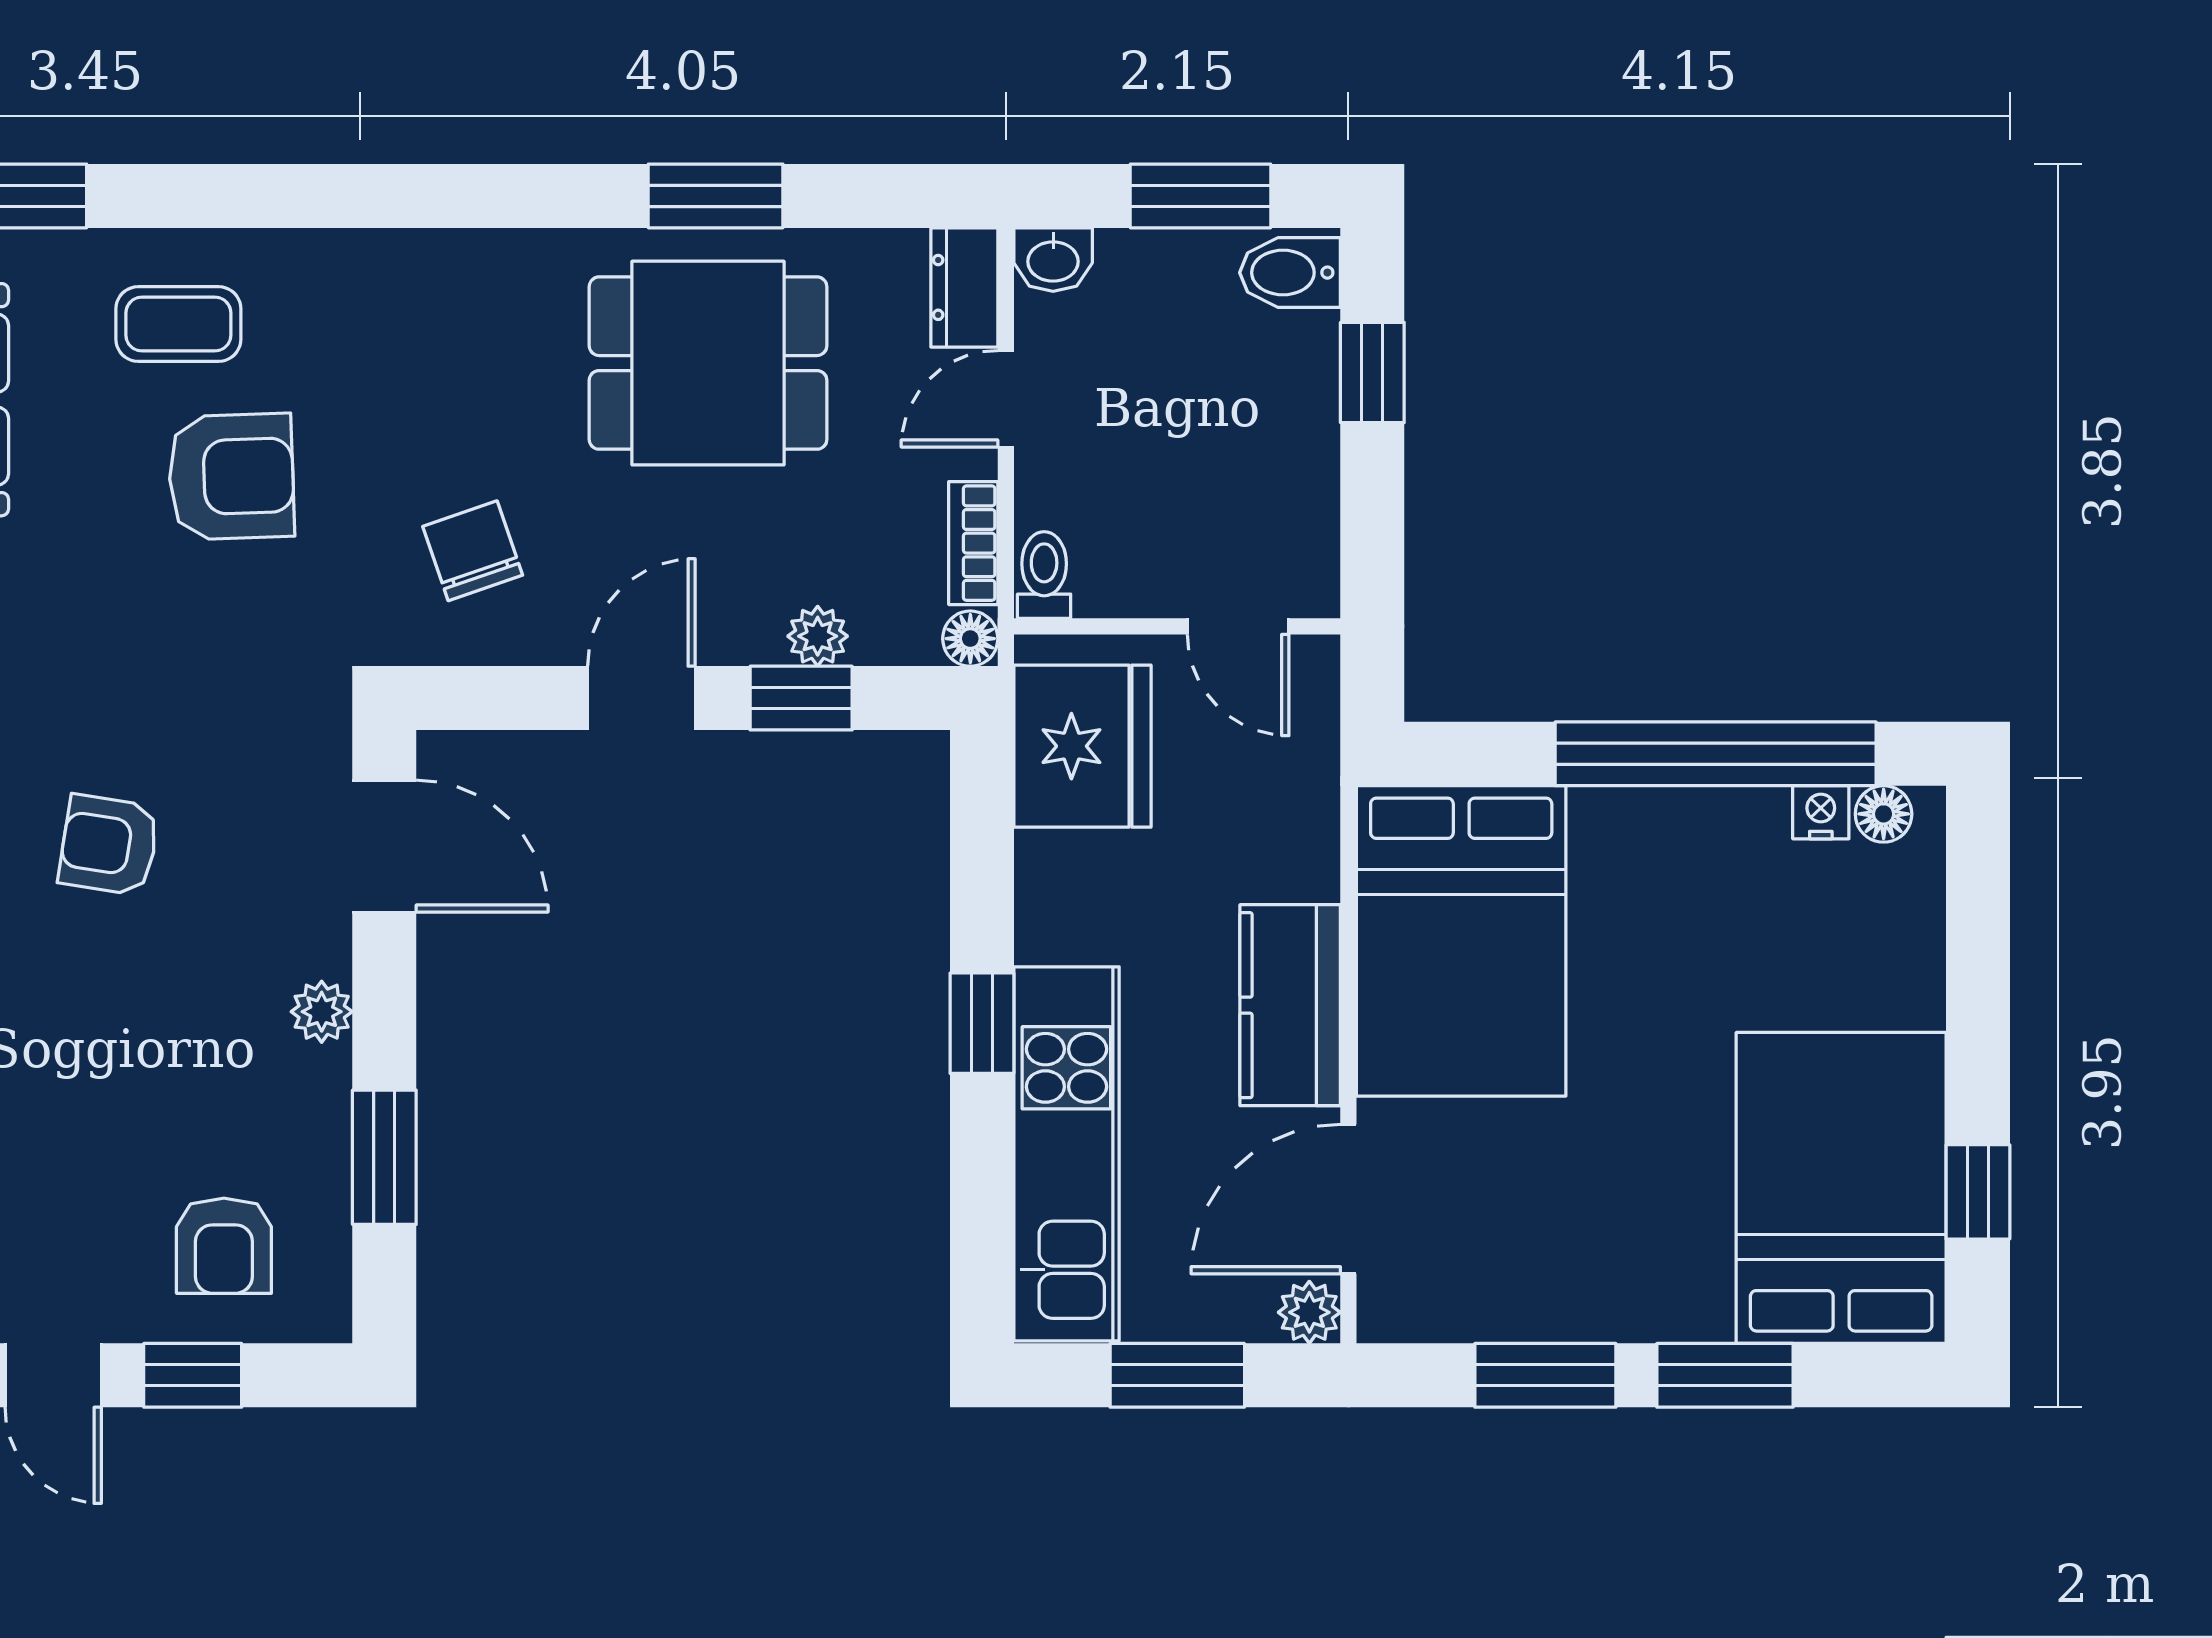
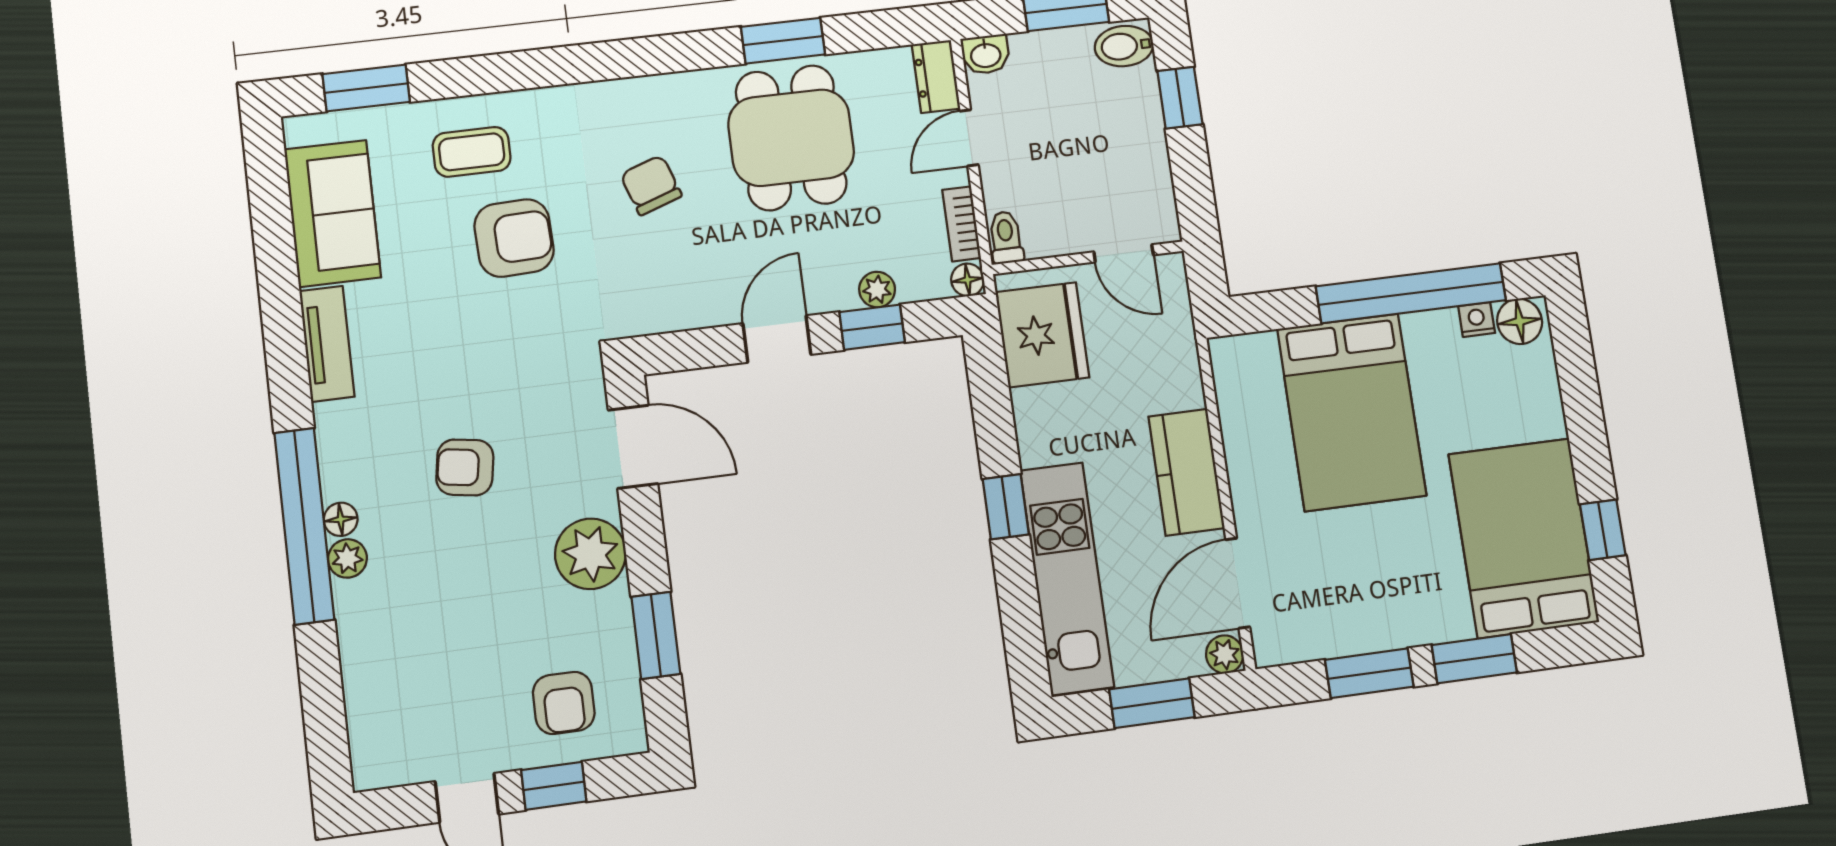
dining table: (708, 363) -> (791, 138), turned 90
chair: (473, 551) -> (651, 185), moved
floor lamp: (1884, 814) -> (1520, 321), width x1.37, depth x1.37
bed: (1461, 941) -> (1352, 412), moved
plant: (322, 1012) -> (590, 554), width x1.88, depth x1.88

